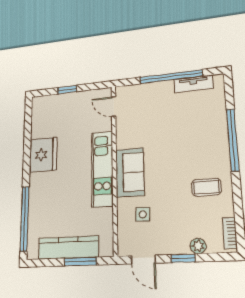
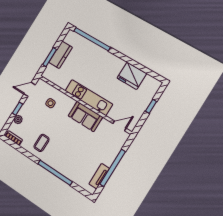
fridge: (43, 155) -> (132, 76), moved
sofa: (130, 172) -> (85, 116), moved
kitchen counter: (68, 248) -> (61, 55), width x0.67

